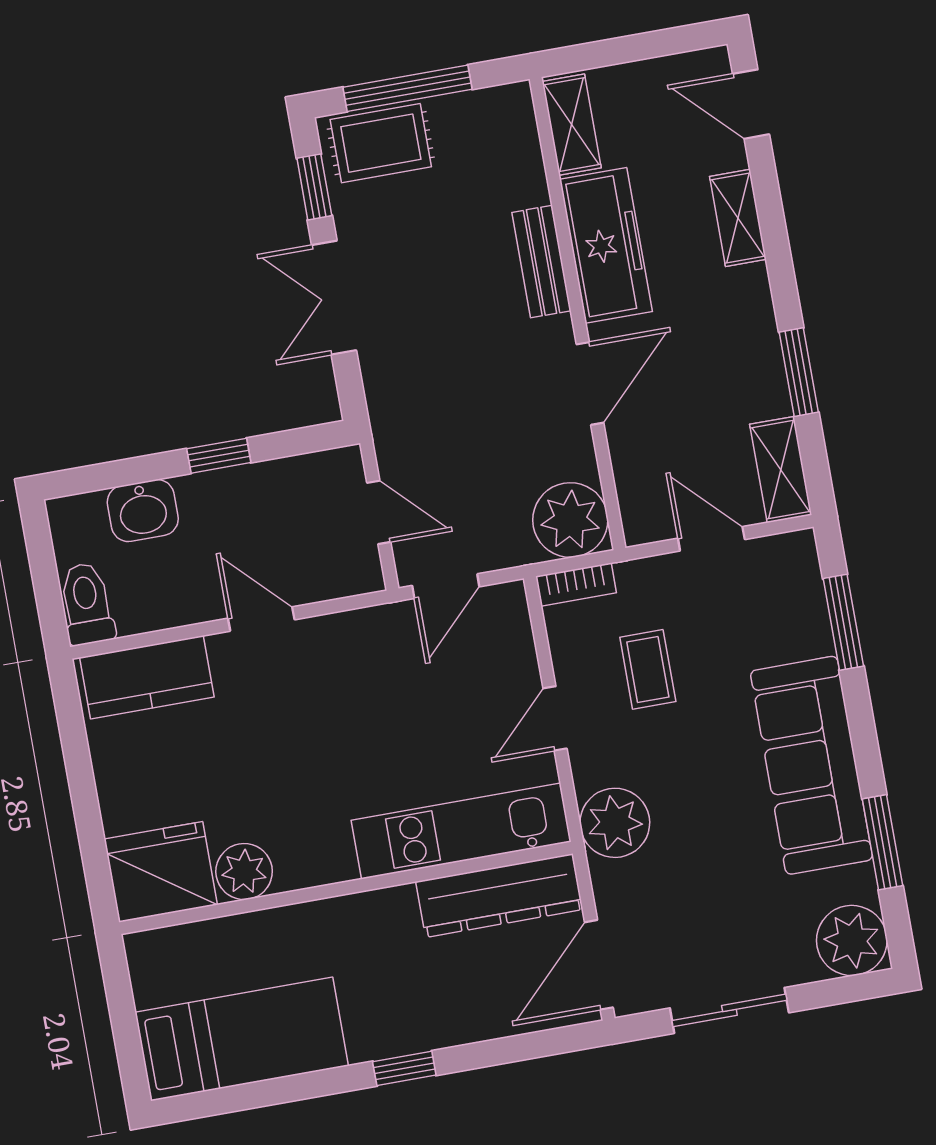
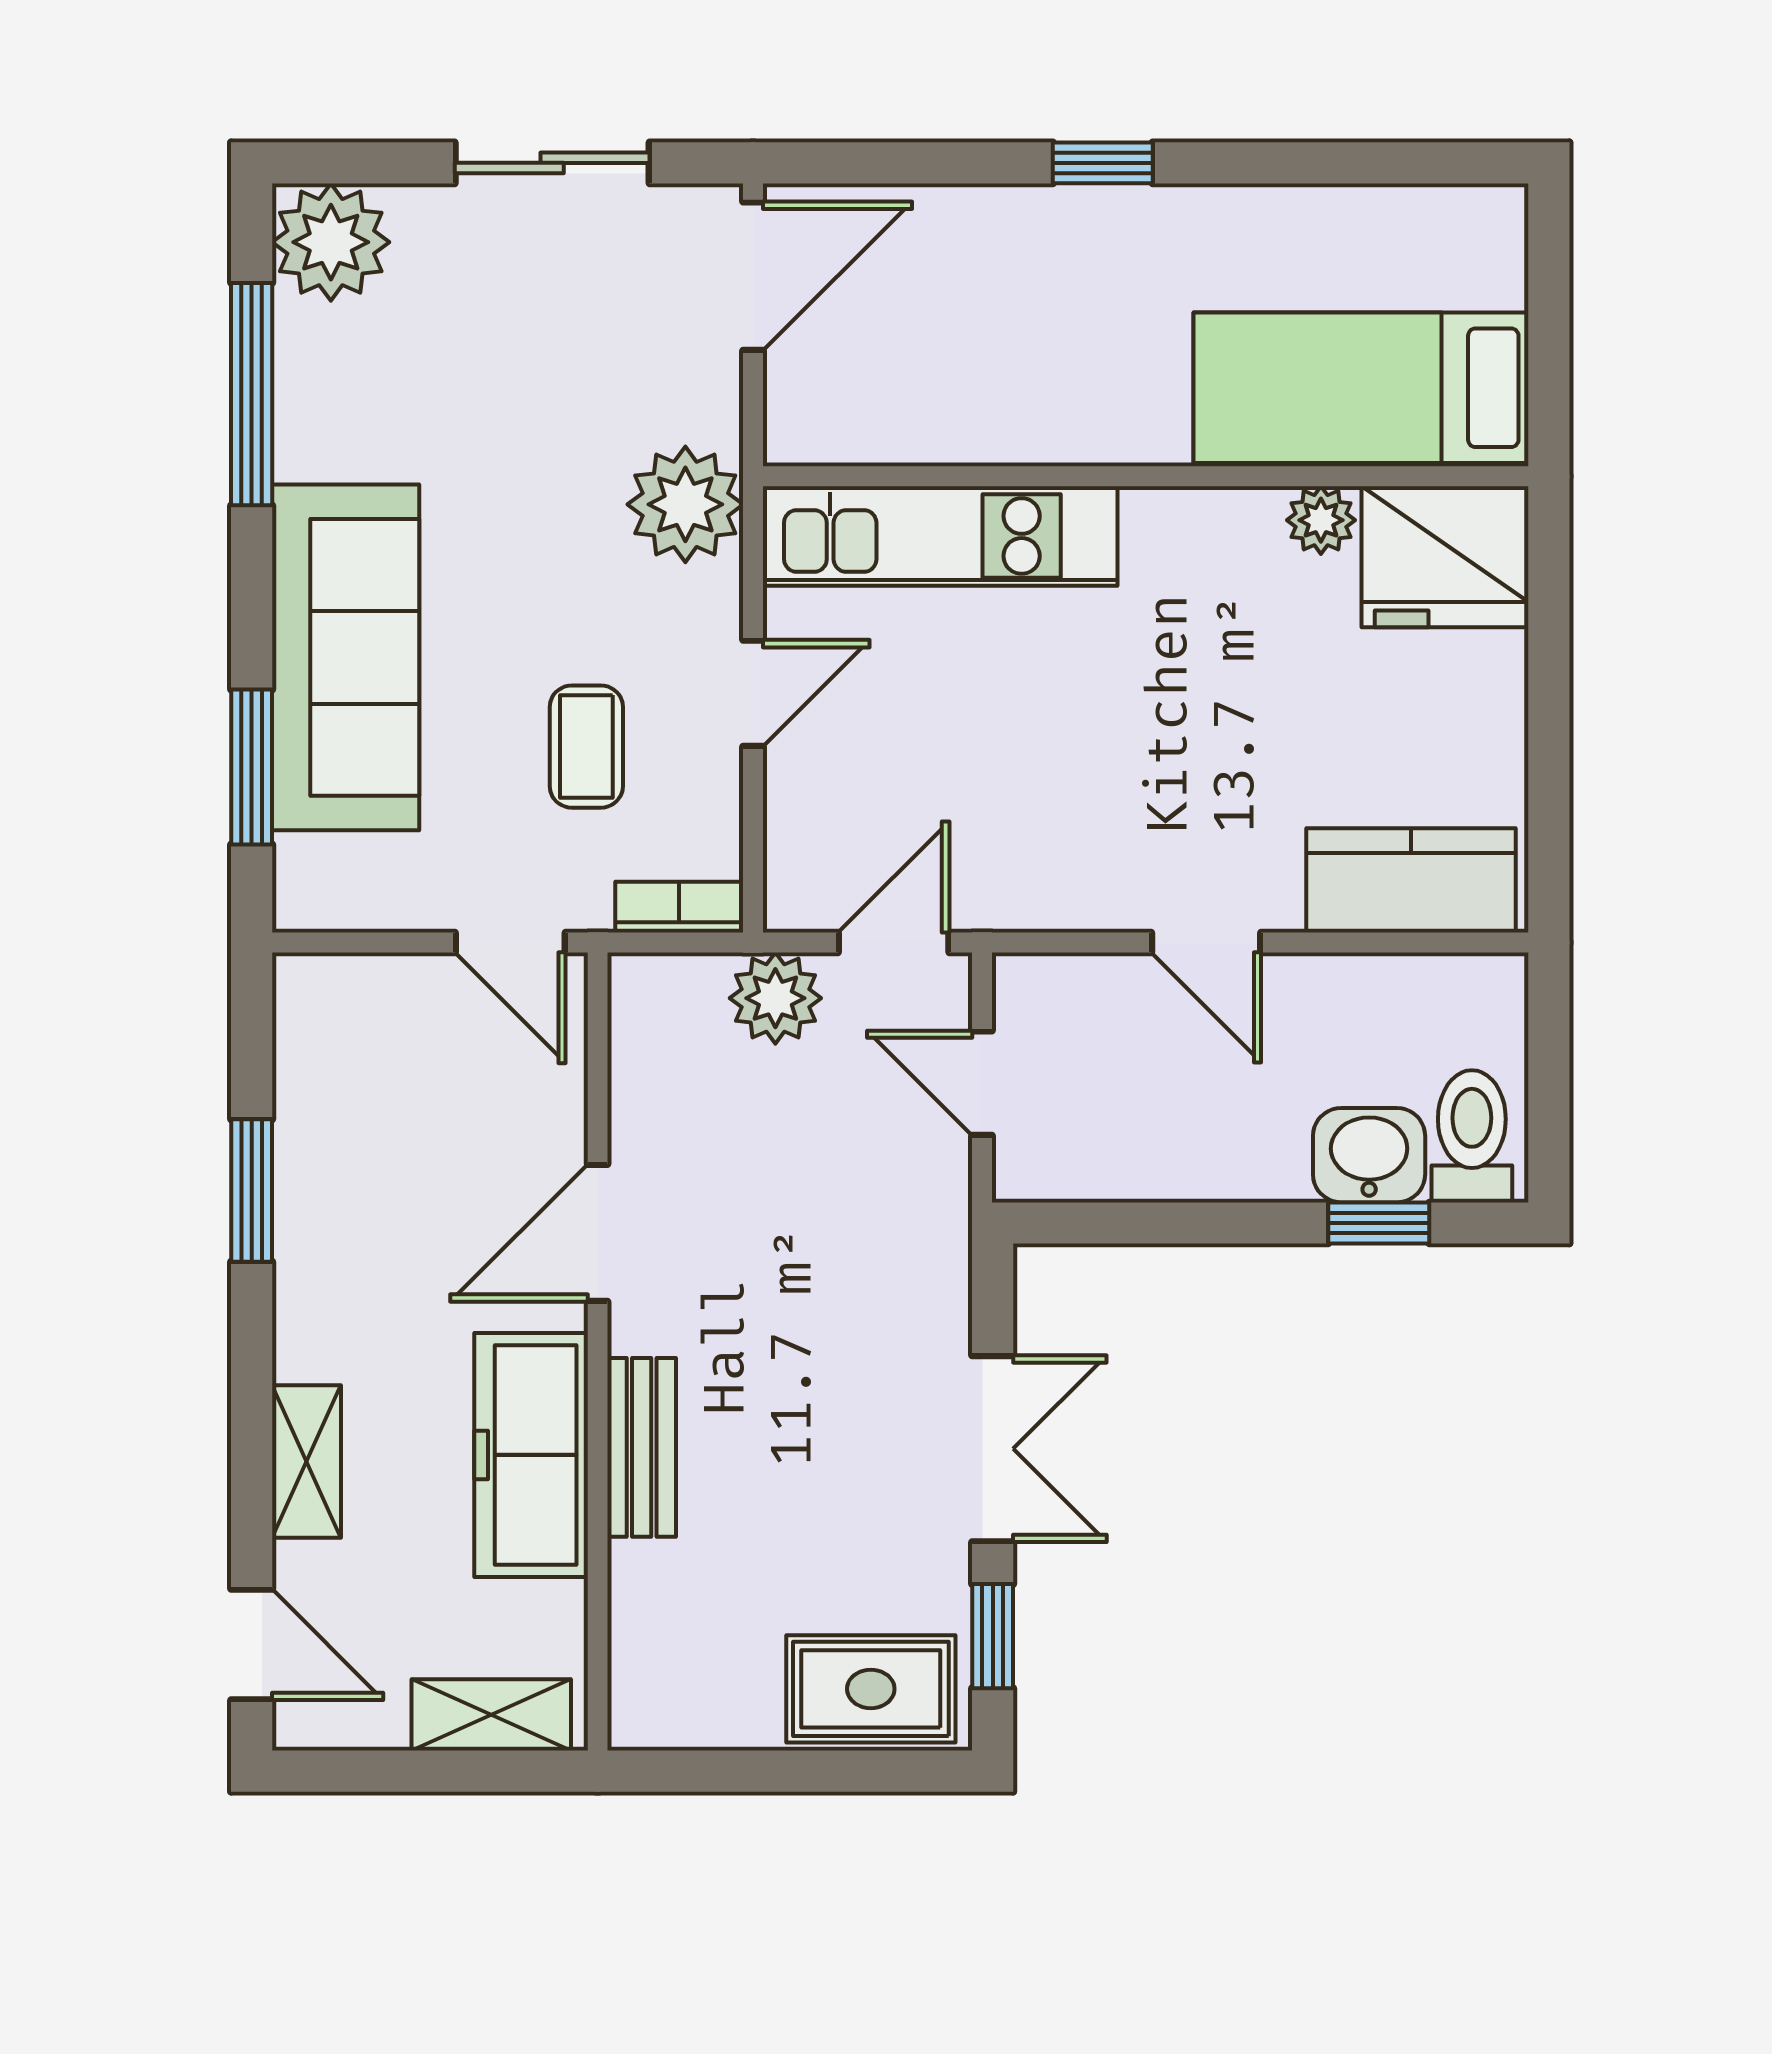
window: (408, 88) -> (811, 1771), removed
shelving: (572, 125) -> (491, 1715), moved, turned 90
window: (219, 456) -> (1379, 1223), moved
shelving: (781, 470) -> (310, 1036), removed
plant: (570, 520) -> (775, 998), moved, width x0.73, depth x0.73
door: (711, 539) -> (510, 942), moved
toilet: (87, 604) -> (1472, 1136), moved, turned 180
sofa: (812, 765) -> (346, 657), moved
window: (882, 842) -> (252, 394), width x1.44
plant: (244, 872) -> (1321, 520), width x0.73, depth x0.73
dresser: (499, 896) -> (896, 419), removed
bed: (242, 1039) -> (1361, 388), moved

